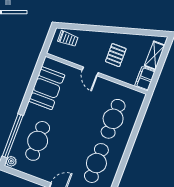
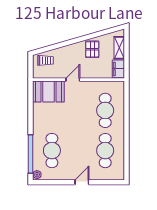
pallet: (116, 55) -> (92, 49), moved
door: (90, 71) -> (73, 80), swing flipped
booth: (47, 88) -> (48, 91), moved, turned 90

